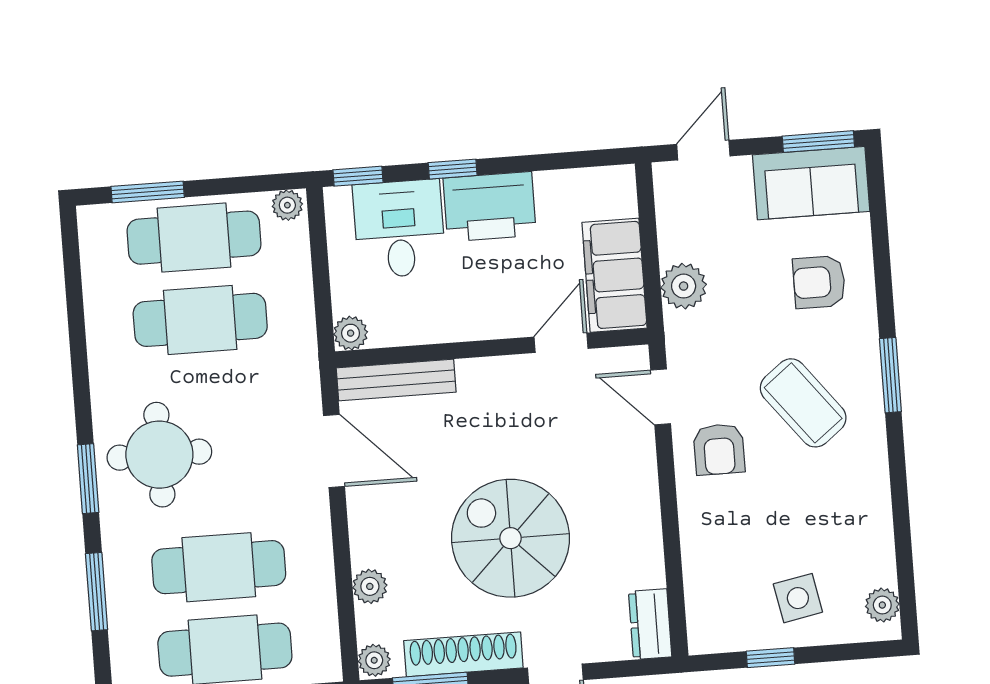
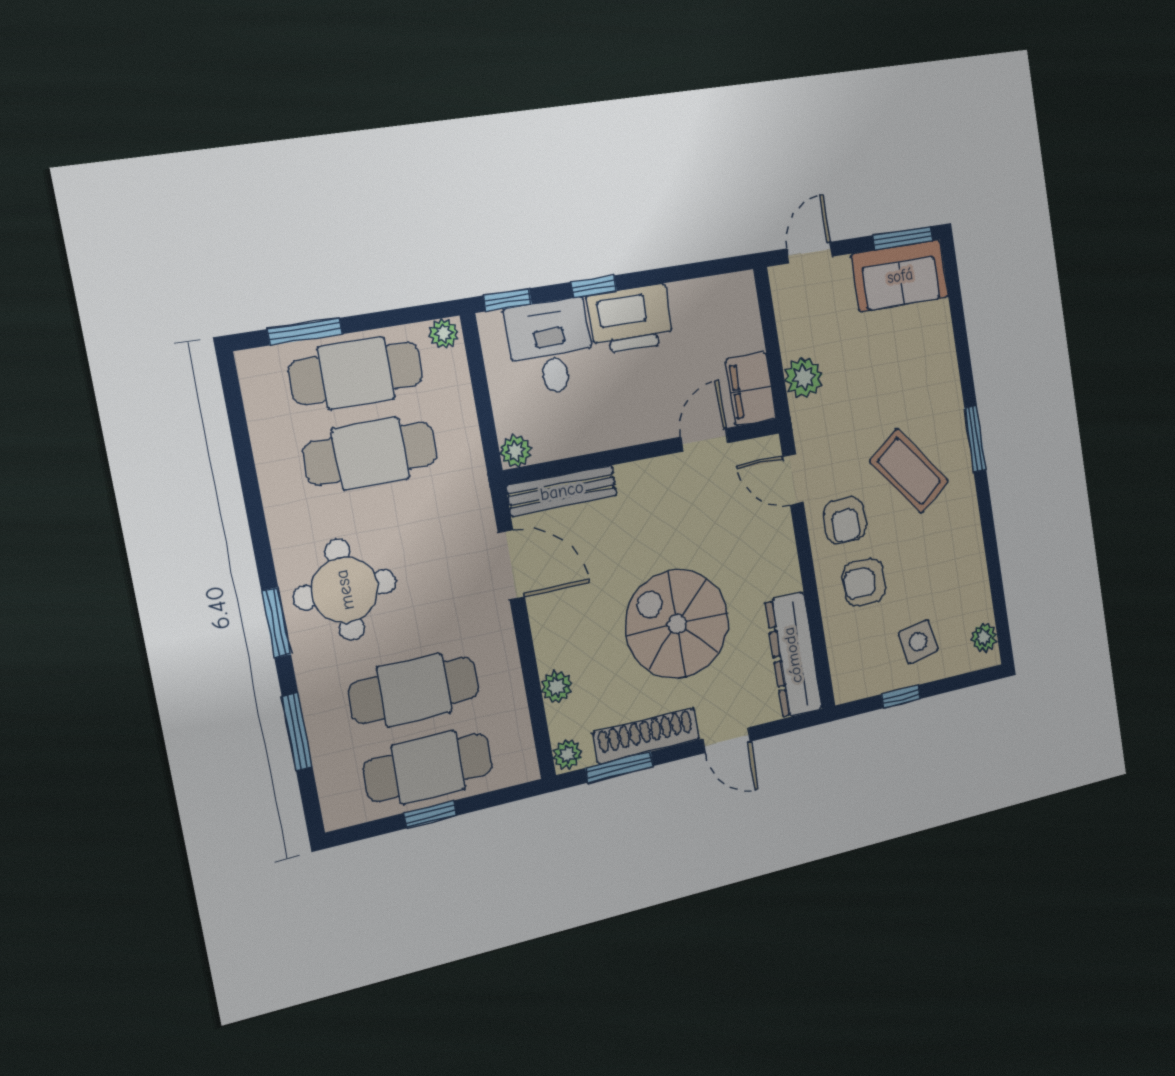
filing cabinet: (615, 275) -> (751, 389), width x0.67, depth x0.86
armchair: (819, 282) -> (864, 582), moved
dresser: (650, 624) -> (793, 655), width x1.96, depth x1.24

